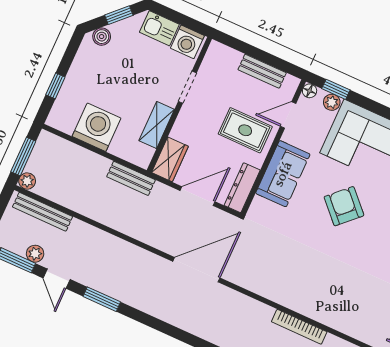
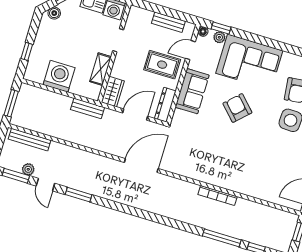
plant: (27, 181) -> (16, 120), removed

